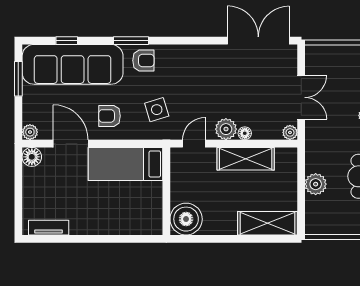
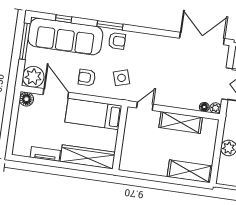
window: (18, 79) -> (25, 41), width x1.44
plant: (226, 129) -> (170, 99), removed
plant: (30, 132) -> (33, 77), width x1.87, depth x1.87
floor lamp: (245, 133) -> (204, 107), moved
boiler: (186, 219) -> (131, 160), removed
wardrobe: (126, 223) -> (88, 157), added
tv unit: (49, 228) -> (45, 154), moved

